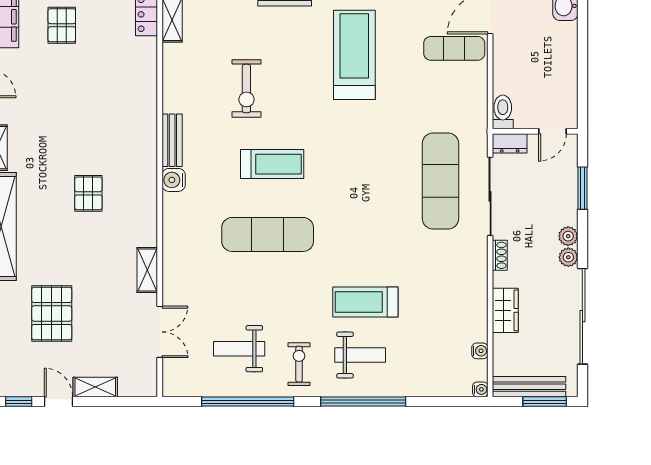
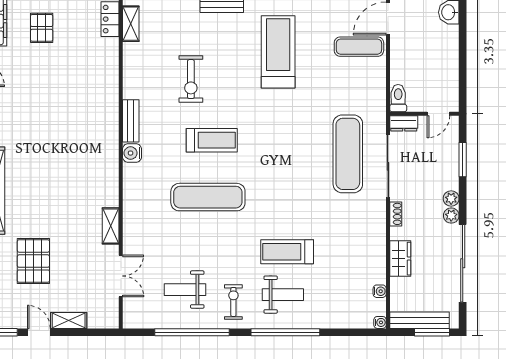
pallet: (88, 193) -> (63, 164), removed

